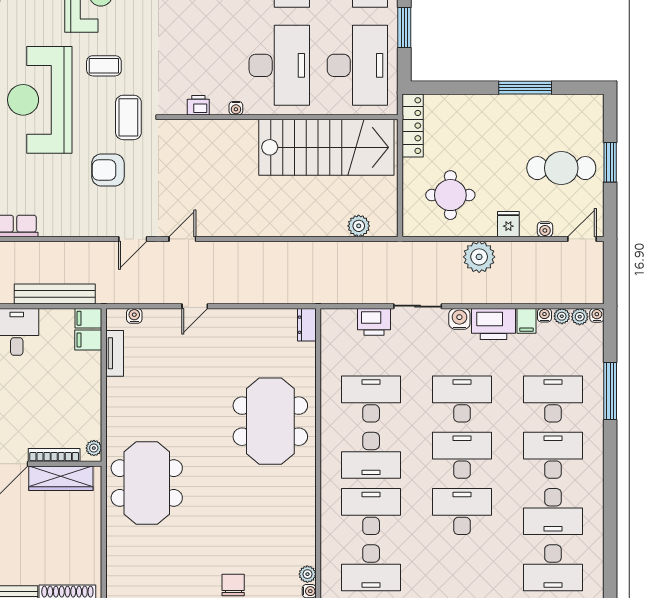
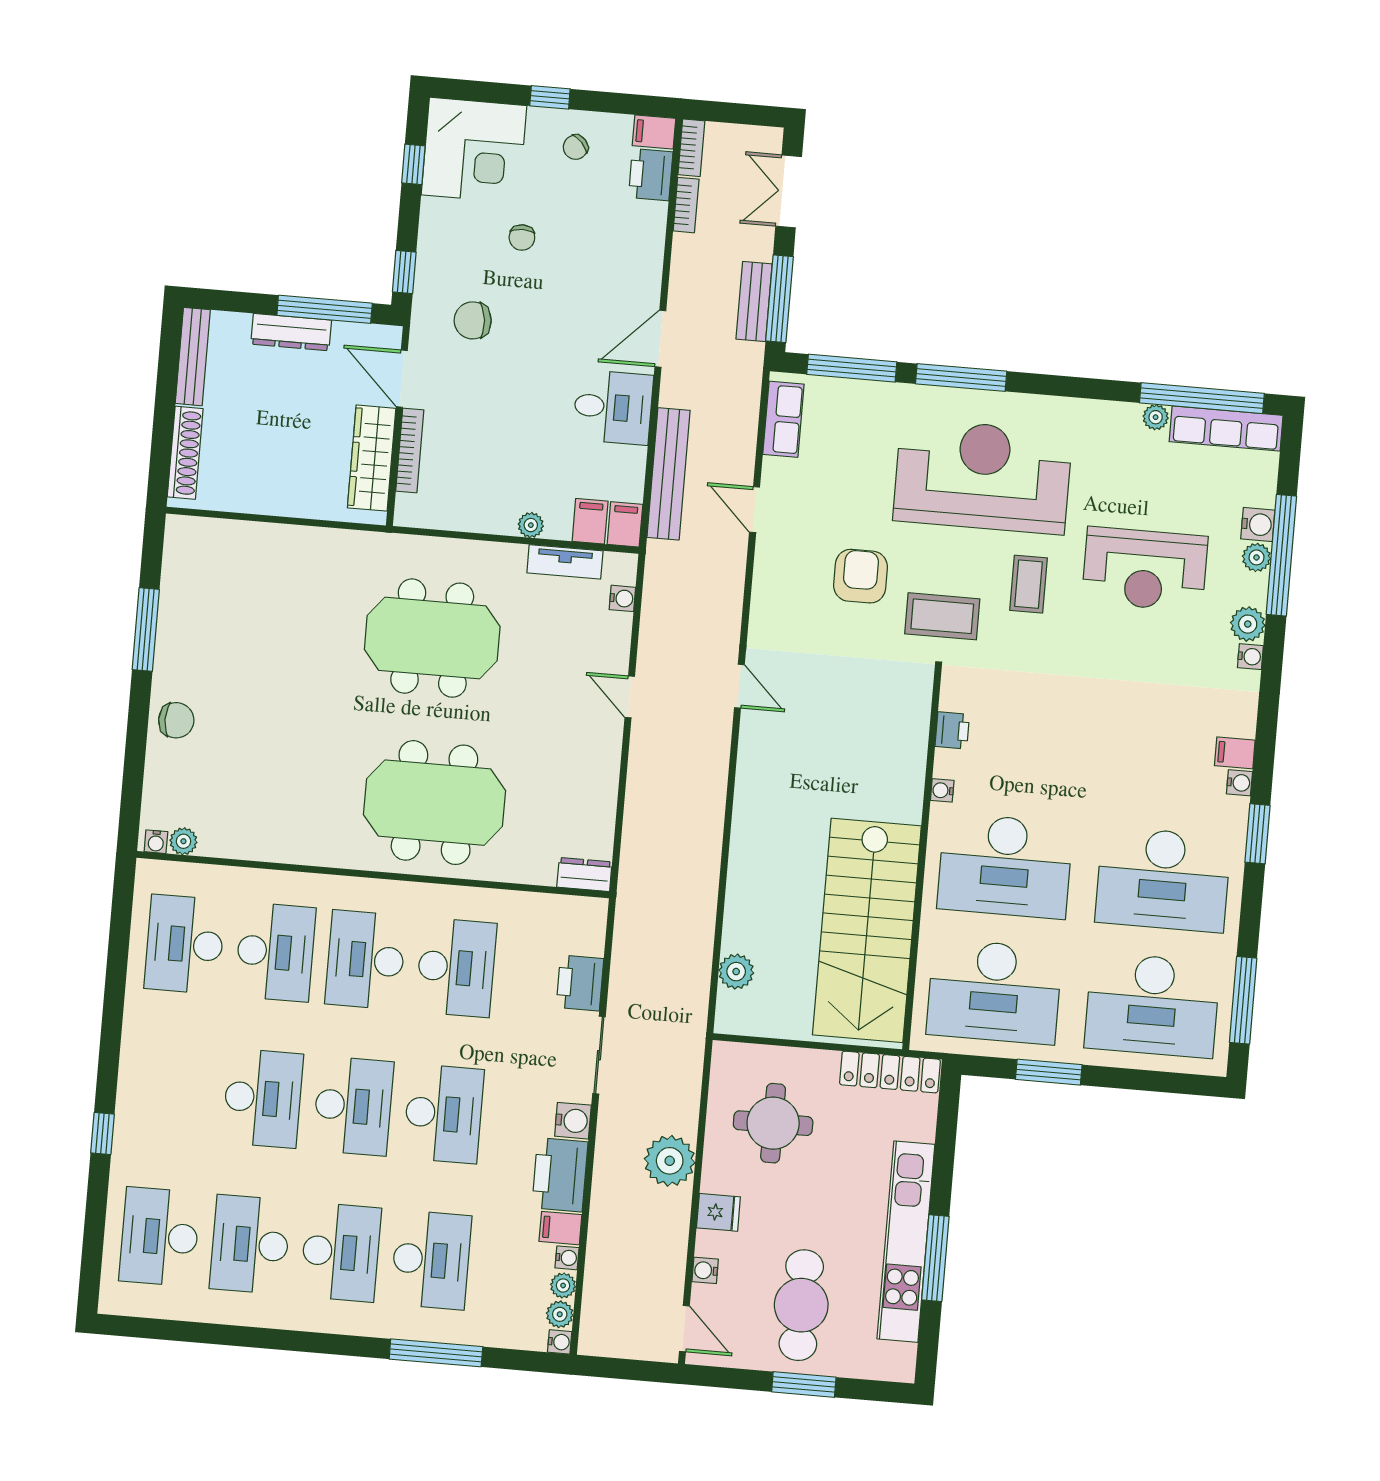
kitchen unit: (516, 107) -> (906, 1242), added
door: (133, 239) -> (755, 510), moved
plant: (94, 448) -> (531, 525), moved
meeting table: (147, 483) -> (432, 638), moved

